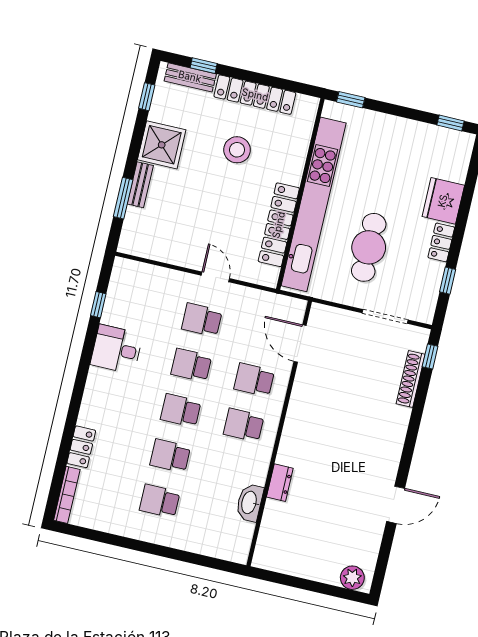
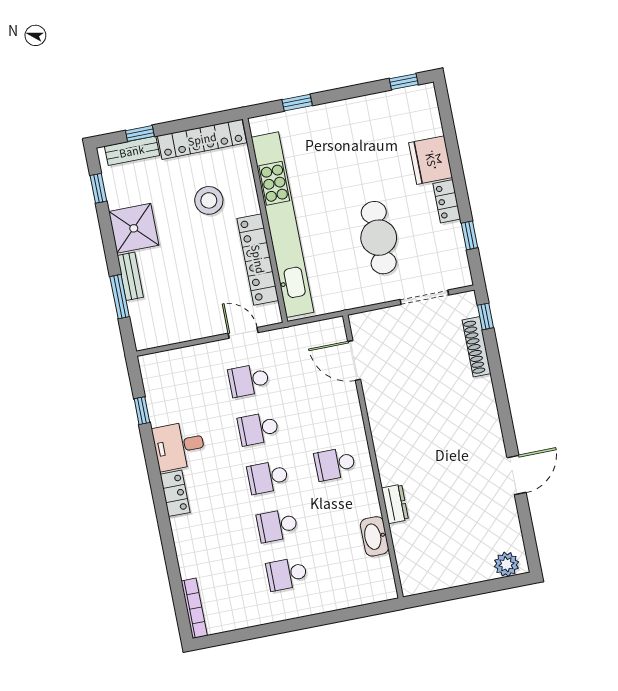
wall: (300, 194) -> (265, 220), moved
kitchen unit: (314, 204) -> (283, 225), moved
locker: (279, 225) -> (258, 259), moved
school desk: (254, 380) -> (325, 416), removed
locker: (81, 447) -> (175, 493), moved

